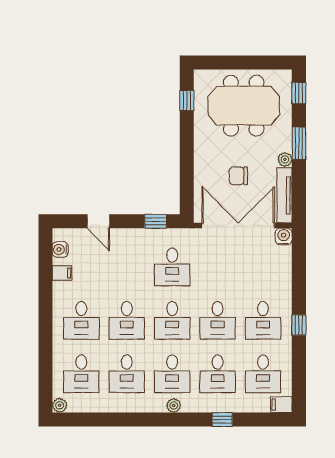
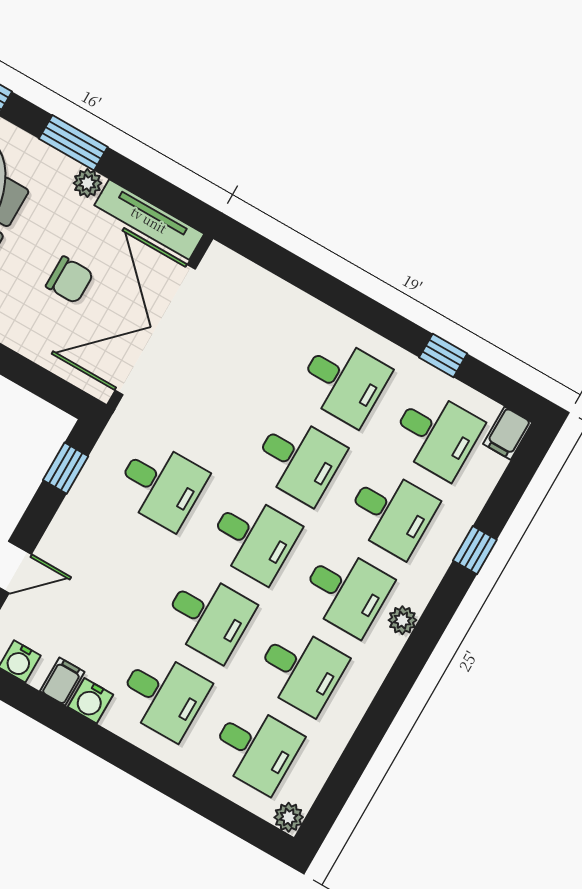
chair: (238, 176) -> (70, 280), turned -90
water cooler: (284, 237) -> (91, 701), moved, turned -90
window: (299, 325) -> (443, 355), moved

